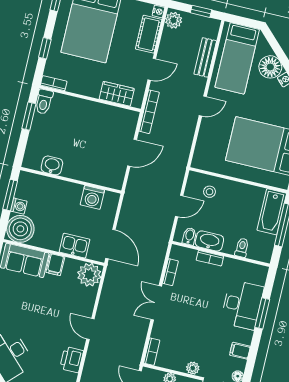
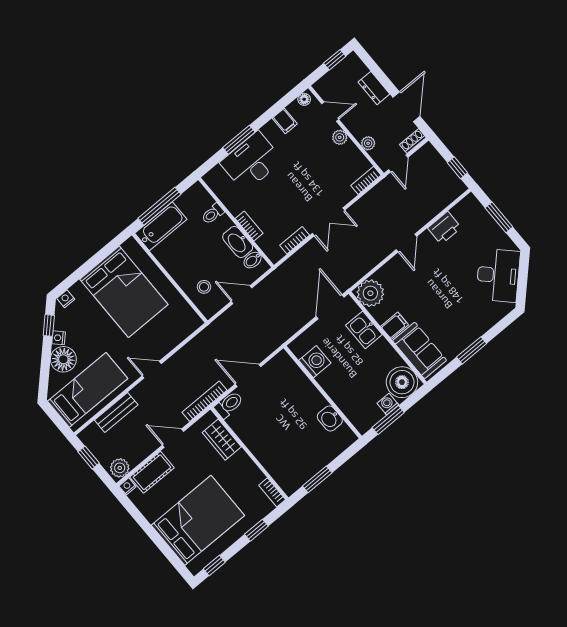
toilet: (44, 102) -> (229, 405), moved

